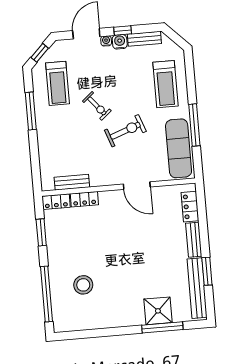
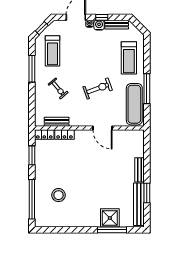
exercise bike: (97, 106) -> (58, 88), moved
locker: (190, 207) -> (139, 146), removed

